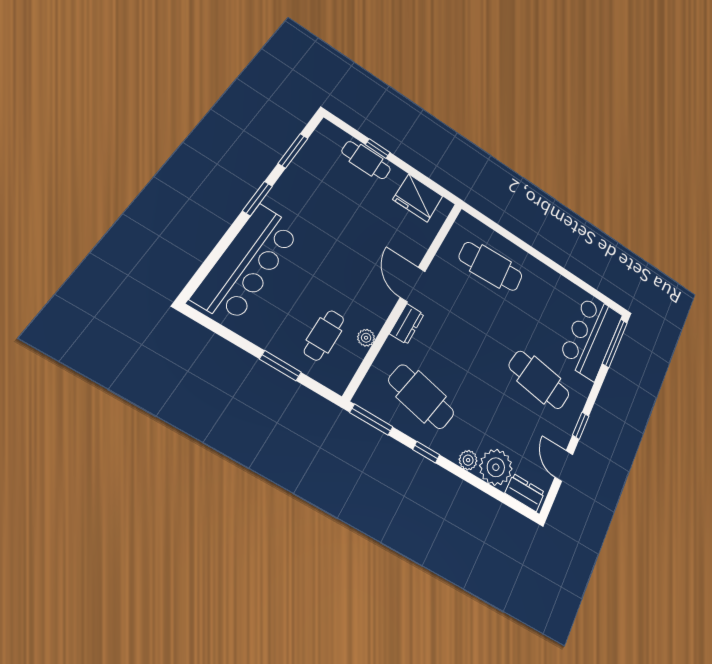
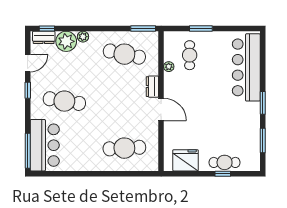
window: (426, 452) -> (47, 28), moved
door: (564, 466) -> (28, 63), hinge flipped

